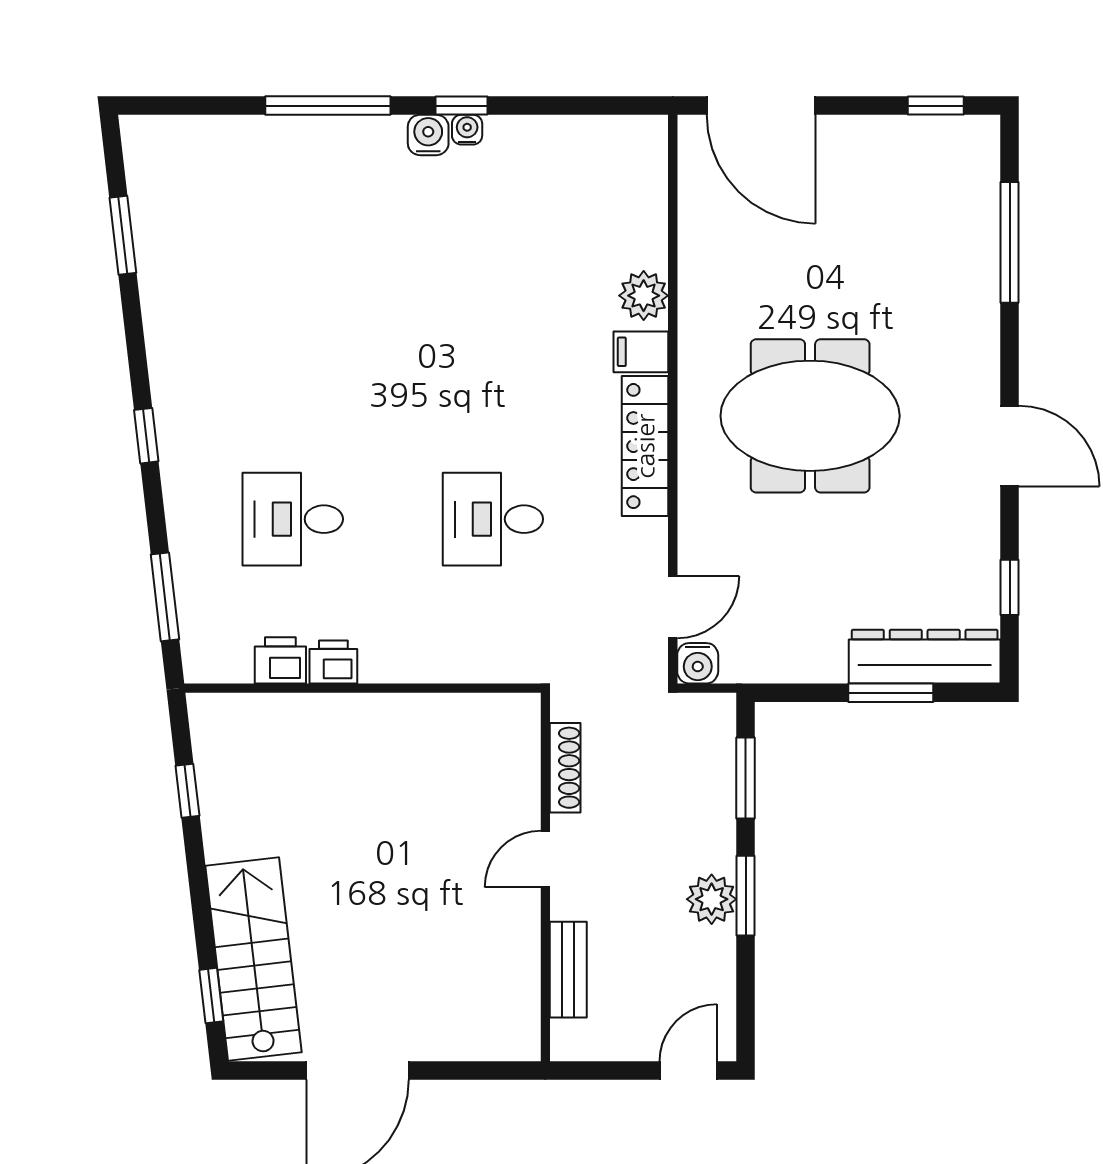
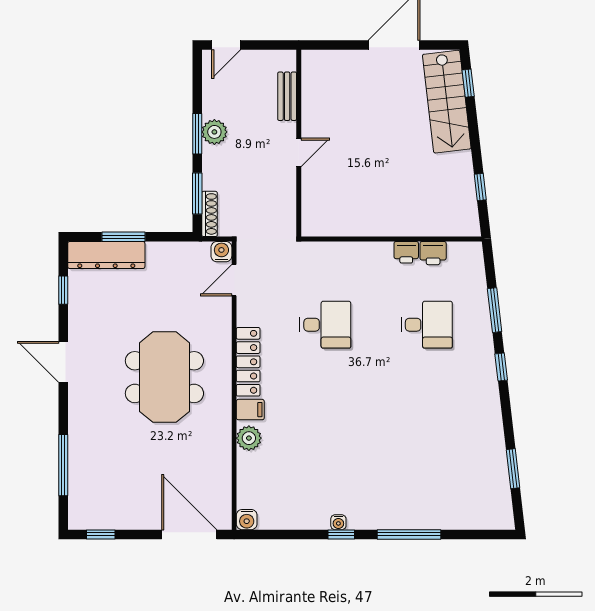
water cooler: (428, 135) -> (247, 520), moved
meeting table: (810, 416) -> (164, 377), turned 90
window: (165, 597) -> (495, 310), moved
shoe rack: (565, 768) -> (210, 214), moved, turned 180

